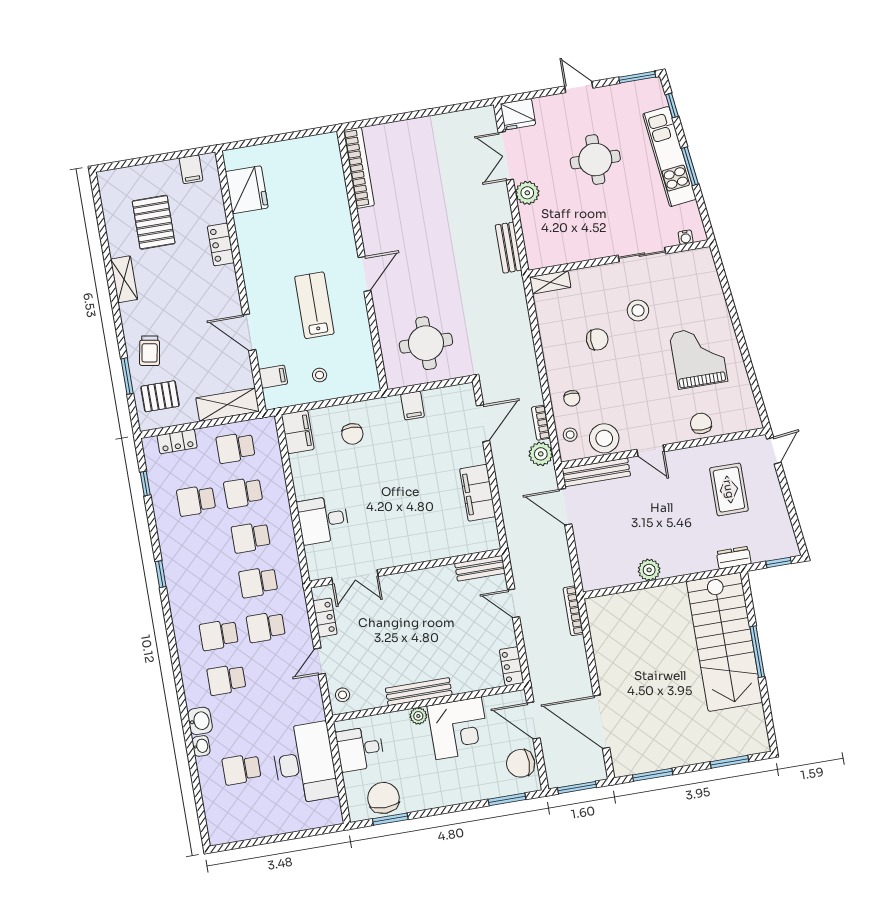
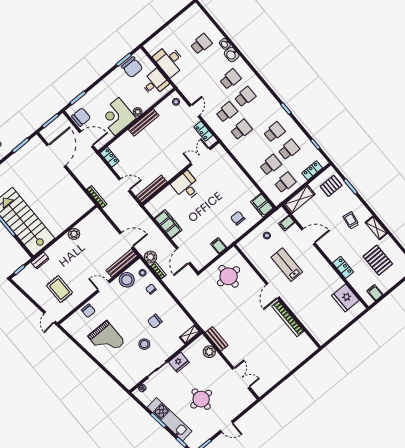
fridge: (518, 114) -> (179, 362), moved, turned 180
bookcase: (359, 168) -> (288, 319), moved
plant: (527, 193) -> (209, 352), moved
lab bench: (314, 305) -> (287, 265), turned 180
trolley: (150, 351) -> (351, 220), moved
desk: (323, 520) -> (186, 186), moved, turned -90
school desk: (251, 537) -> (274, 132), moved
bench: (480, 568) -> (152, 189), width x1.36
door: (601, 722) -> (56, 156), hinge flipped
desk: (304, 763) -> (169, 61), width x0.73, depth x0.77

